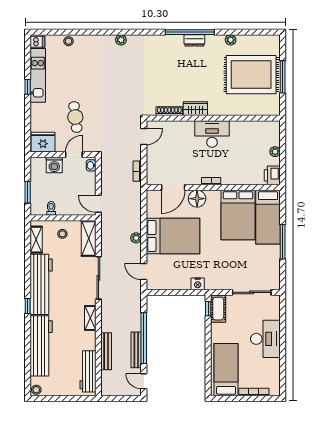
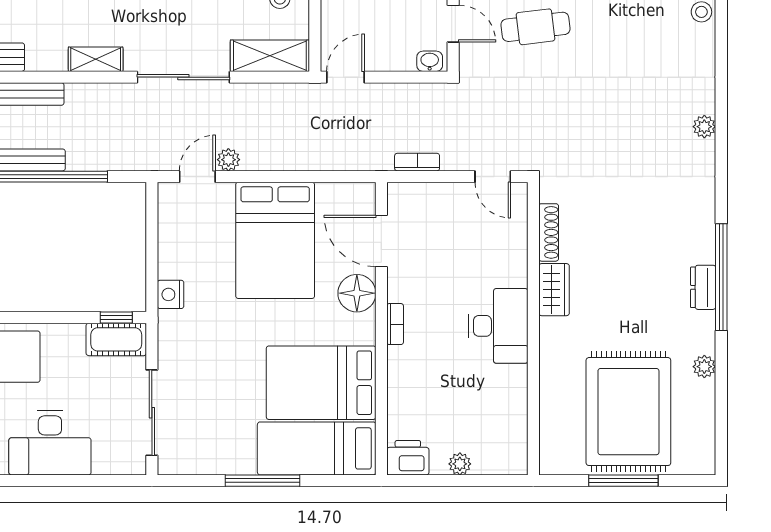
plant: (136, 238) -> (228, 160), moved

